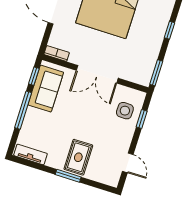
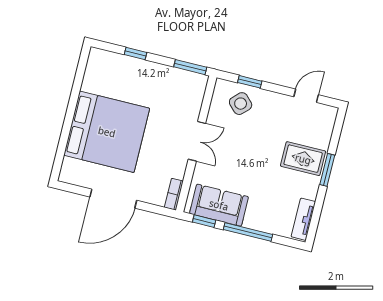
double door: (97, 74) -> (197, 141), width x0.73
side table: (125, 111) -> (241, 104), turned 45

